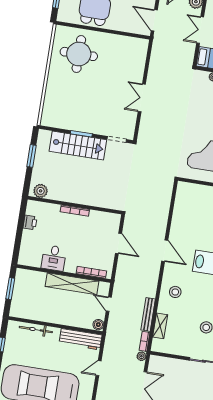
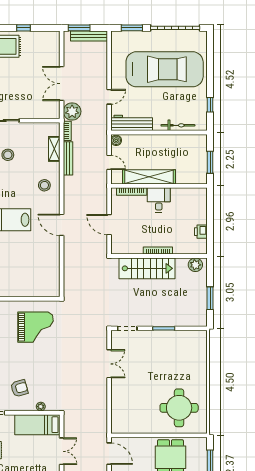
double door: (142, 98) -> (109, 364), moved
stairs: (78, 145) -> (147, 268), moved, turned 180
desk: (54, 258) -> (159, 200), moved
plant: (141, 356) -> (72, 111), width x1.88, depth x1.88

